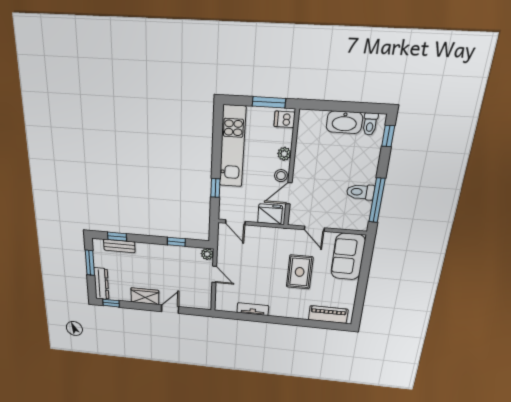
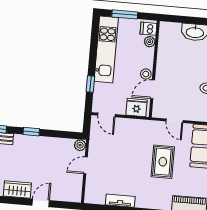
window: (269, 102) -> (125, 14), moved
plant: (284, 154) -> (150, 42), moved
window: (176, 242) -> (31, 132), moved
door: (214, 274) -> (86, 165), swing flipped

